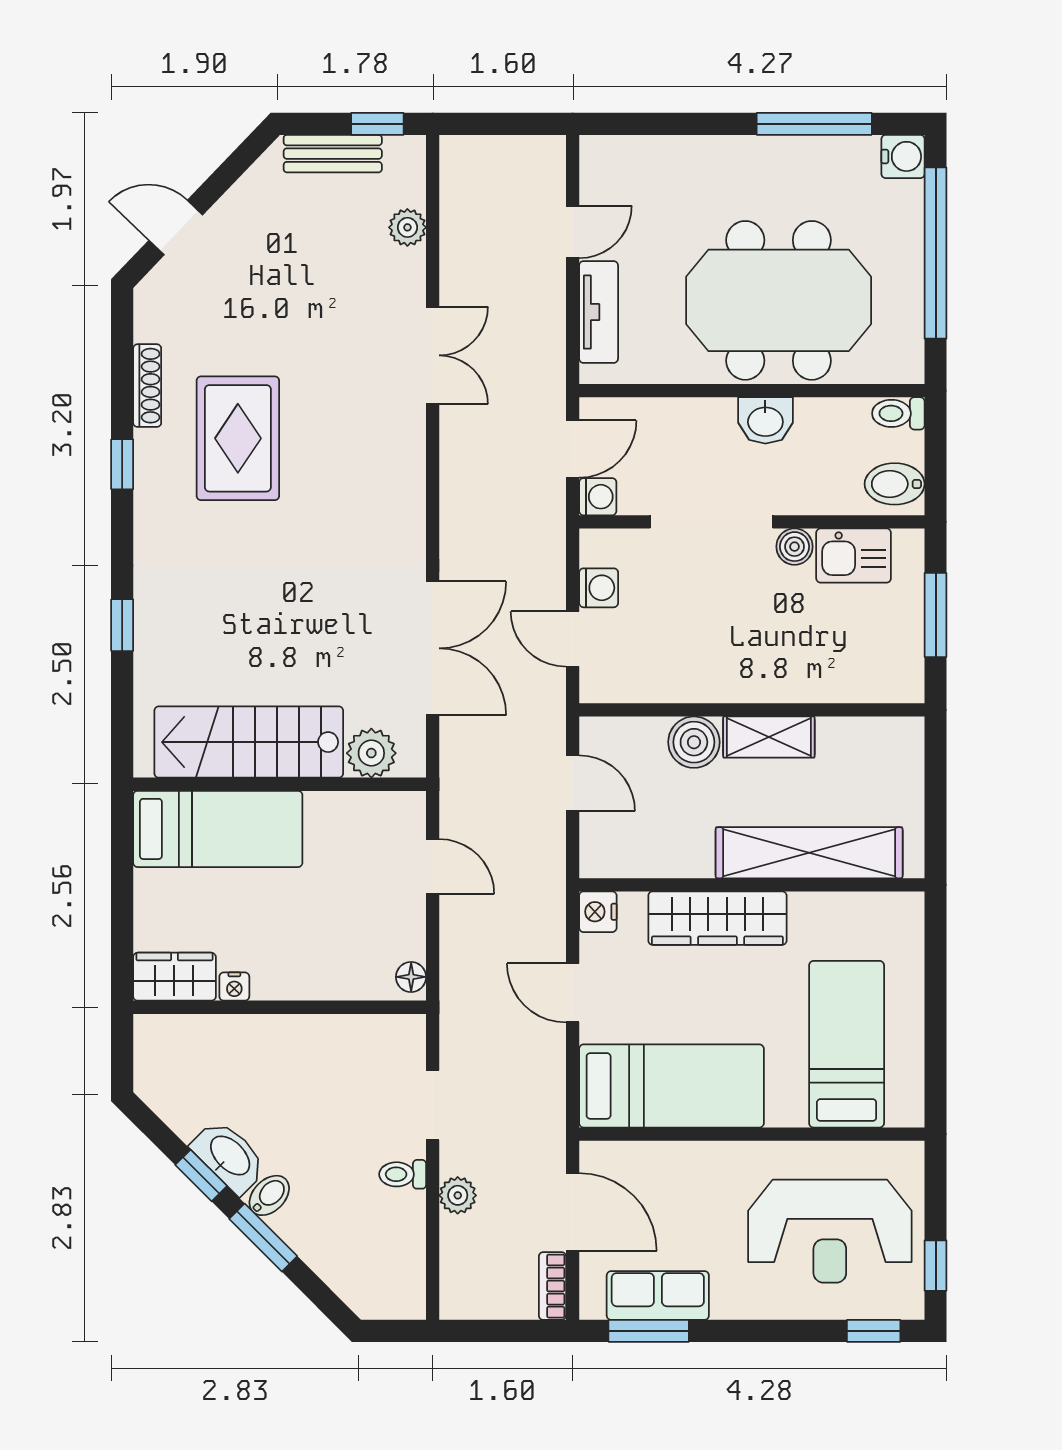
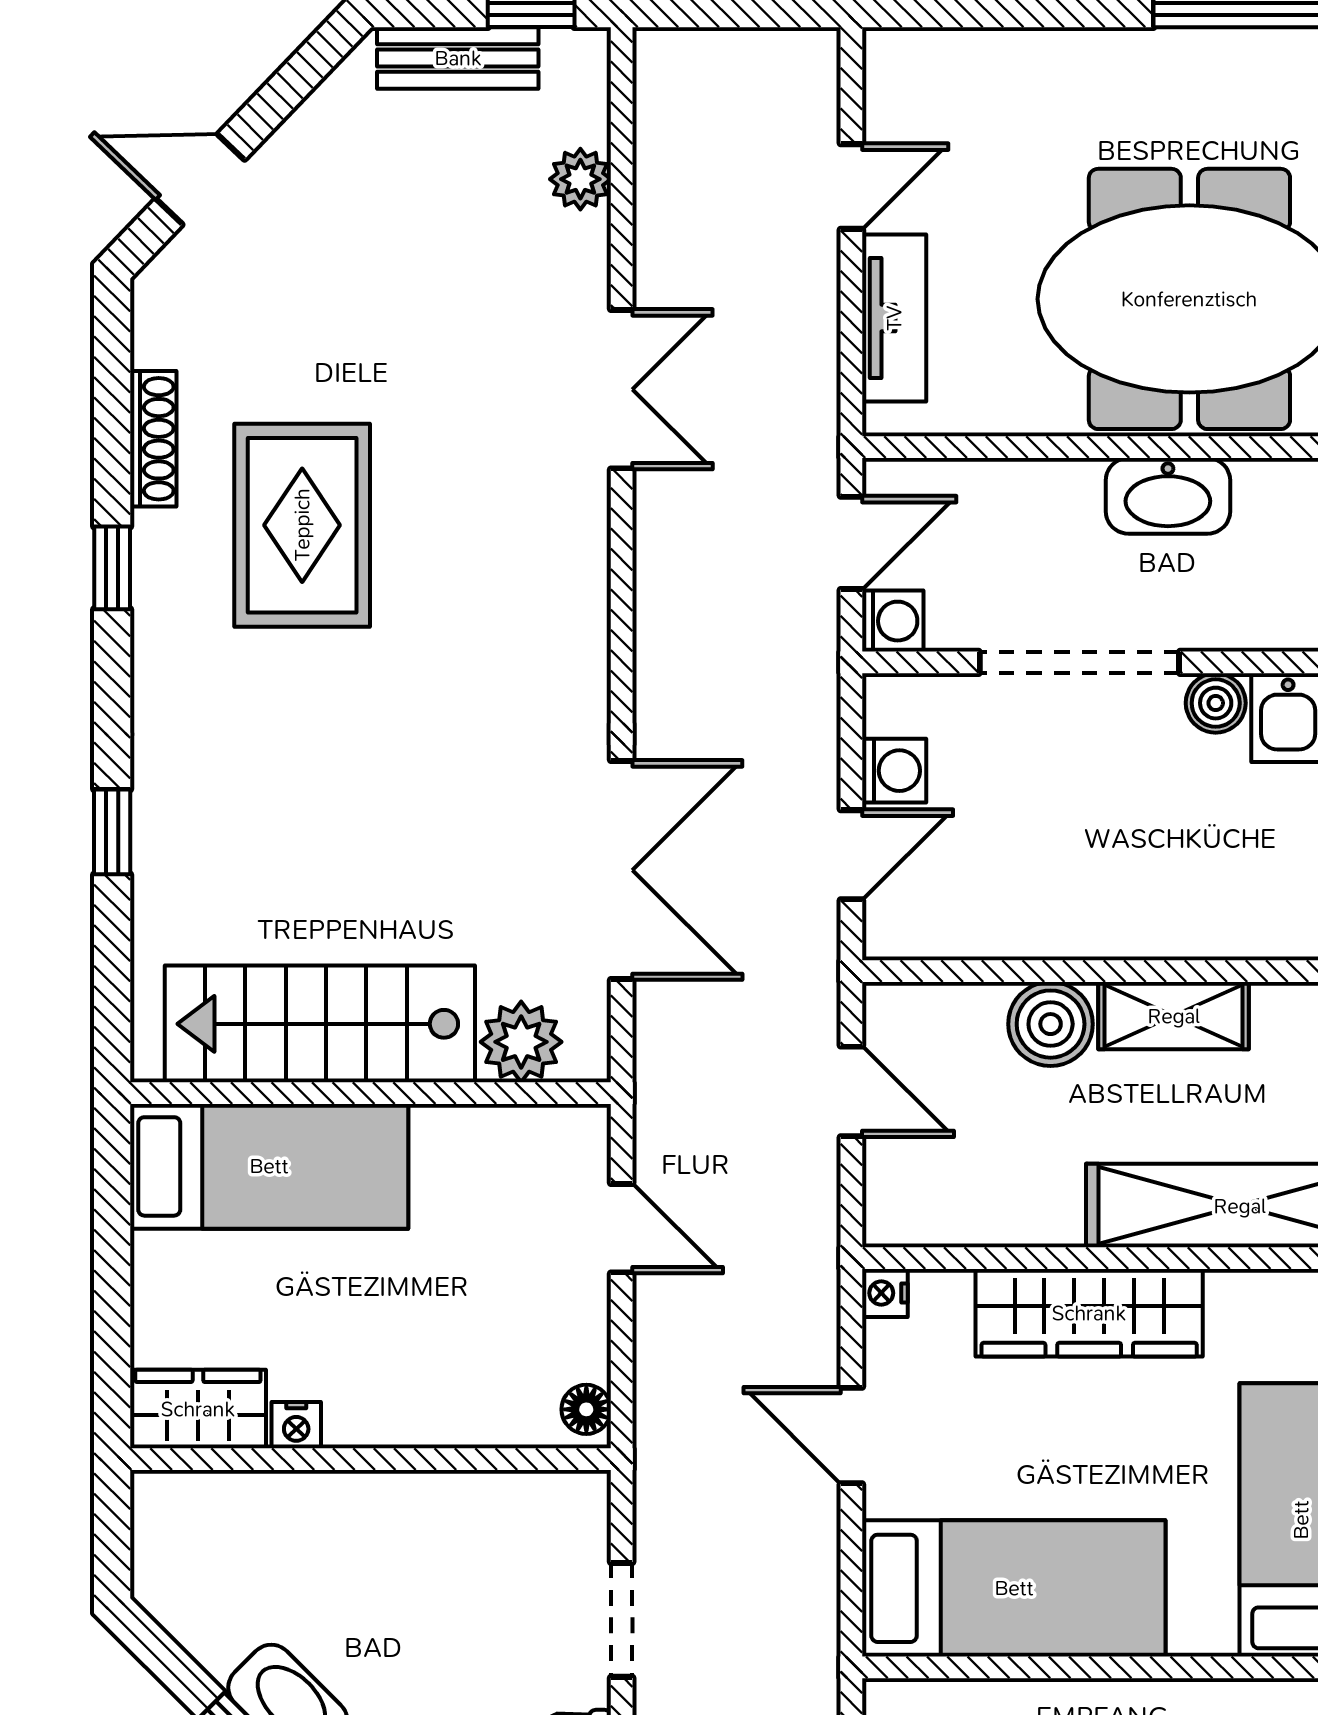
washbasin: (765, 420) -> (1168, 496), width x1.38
door: (573, 639) -> (851, 855), swing flipped
nightstand: (598, 912) -> (885, 1293), width x0.72, depth x0.74

